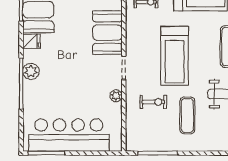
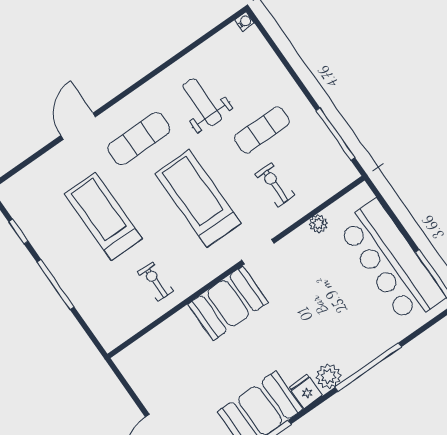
treadmill: (175, 56) -> (198, 199), turned -90
plant: (31, 71) -> (329, 376), moved
plant: (116, 96) -> (318, 224), moved

